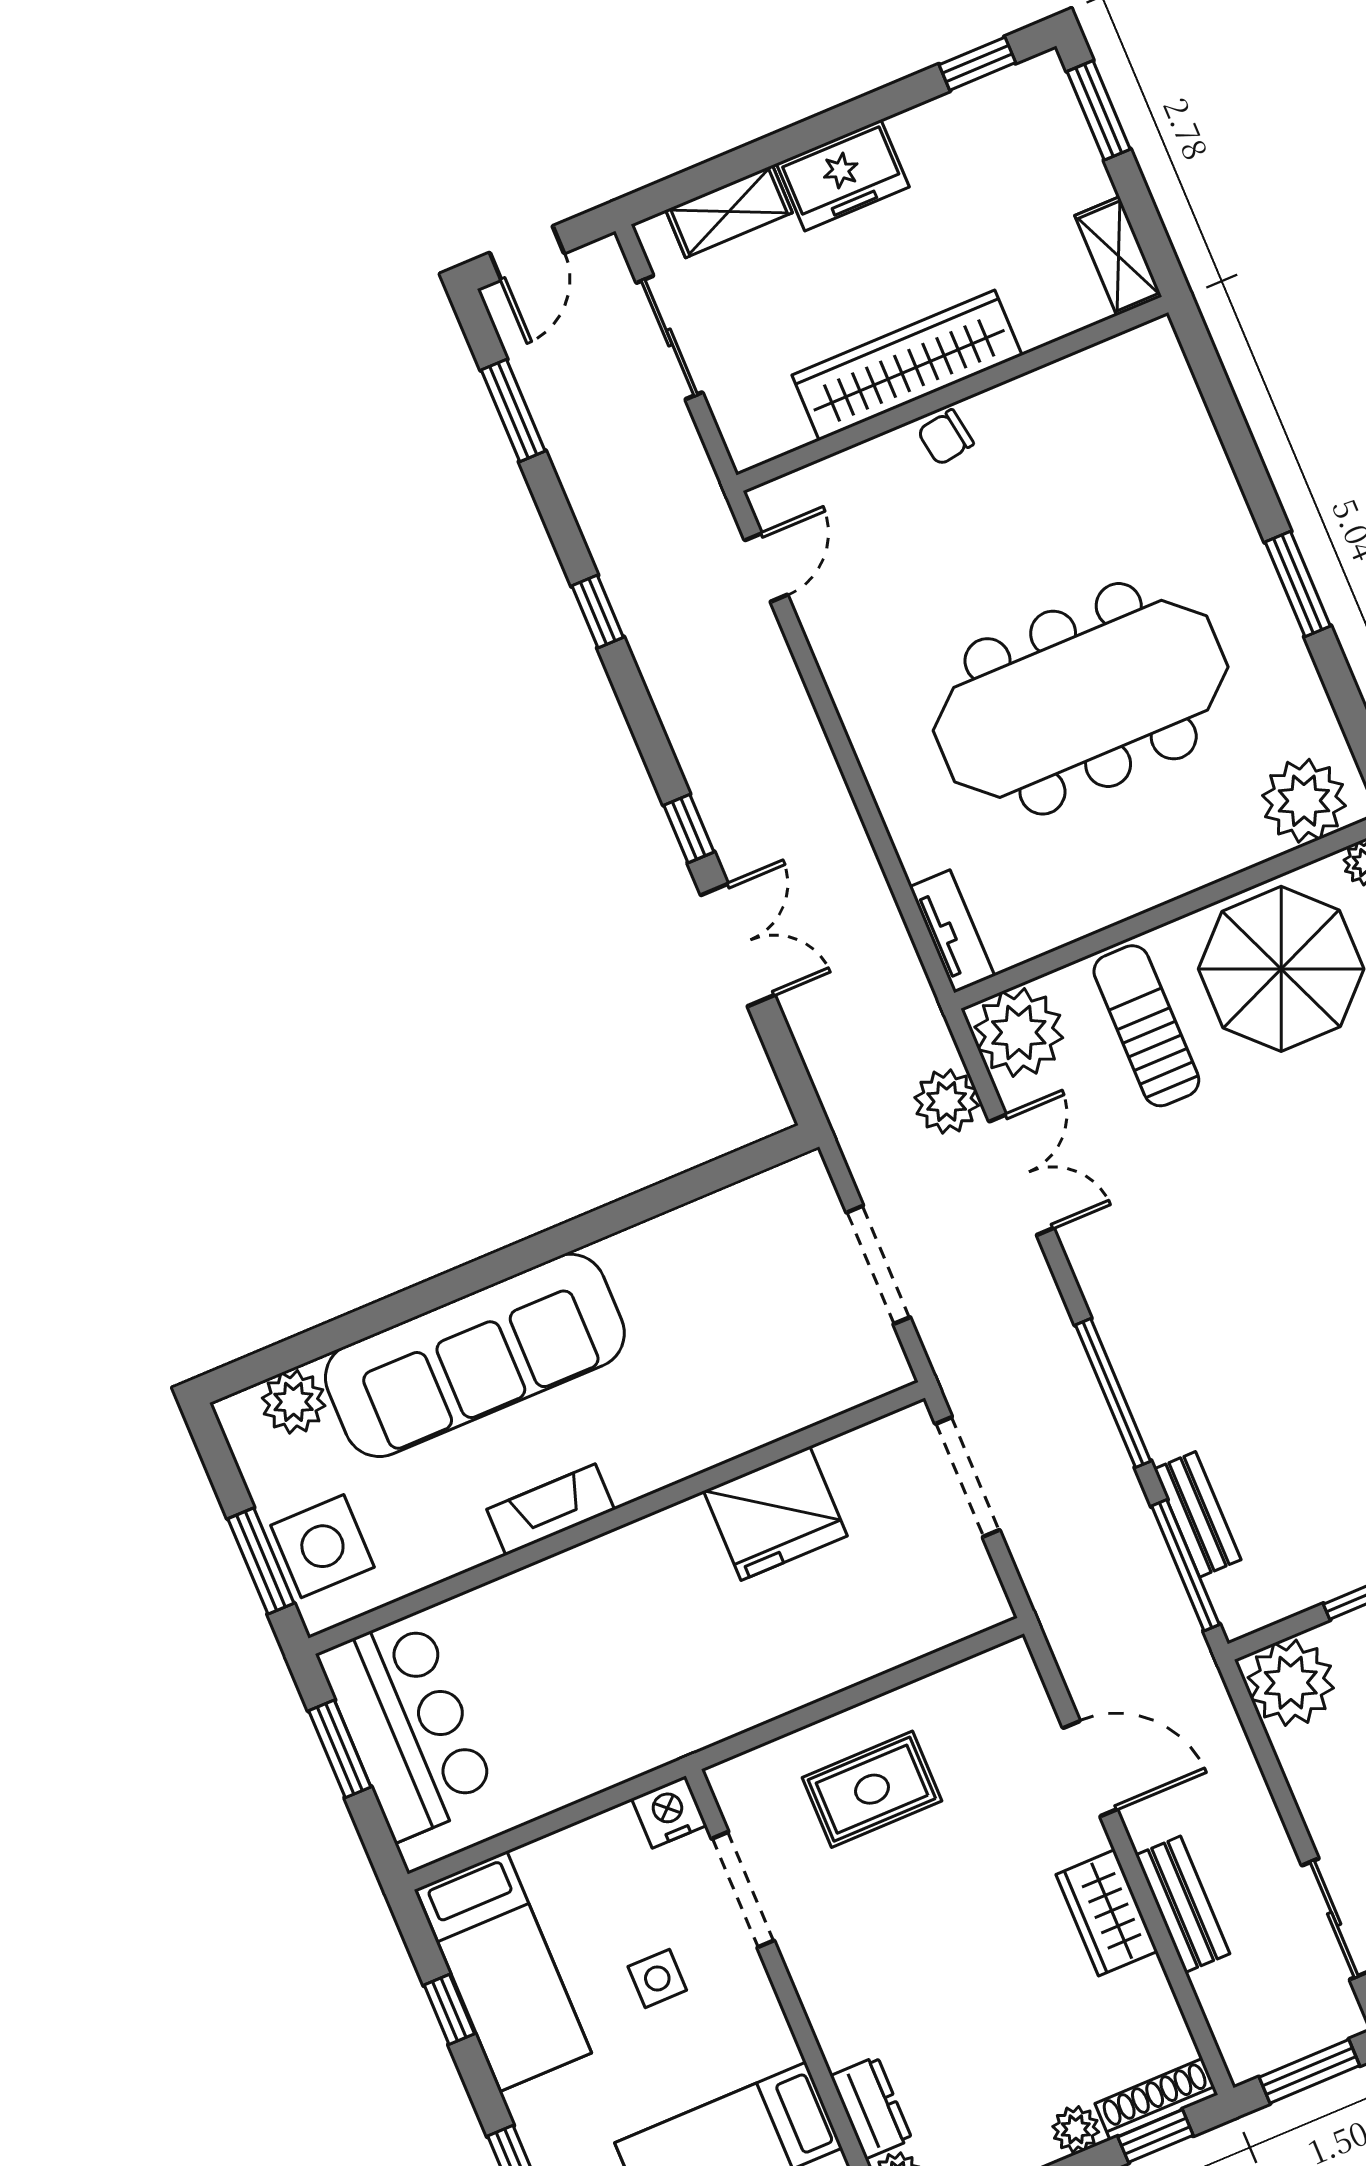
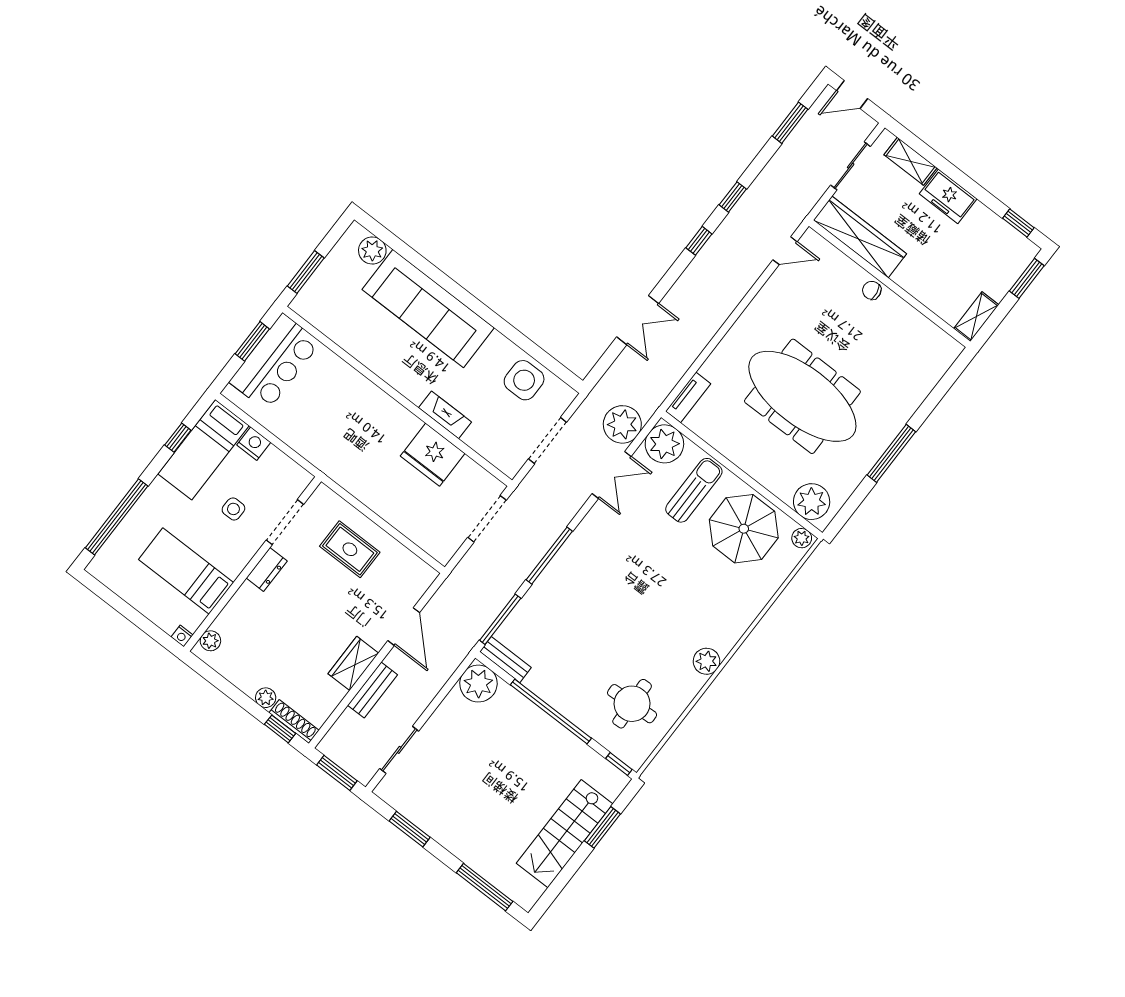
wardrobe: (907, 365) -> (860, 237), moved
window: (1298, 584) -> (891, 453), width x1.44
window: (689, 829) -> (699, 241), moved
plant: (947, 1102) -> (622, 424), width x1.36, depth x1.36
fireplace: (551, 1510) -> (445, 415), moved
bench: (1197, 1514) -> (505, 660), moved, turned 90
side table: (322, 1546) -> (524, 380), moved
nightstand: (669, 1812) -> (254, 444), moved
dresser: (871, 2108) -> (267, 569), moved

